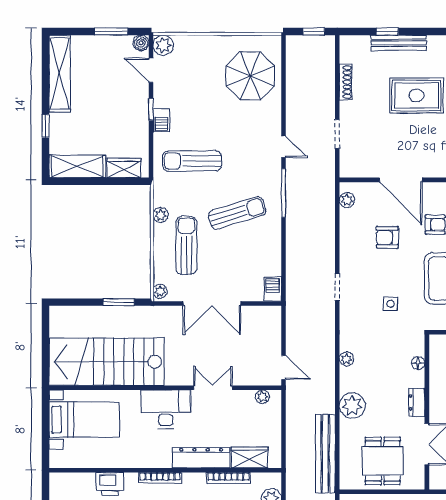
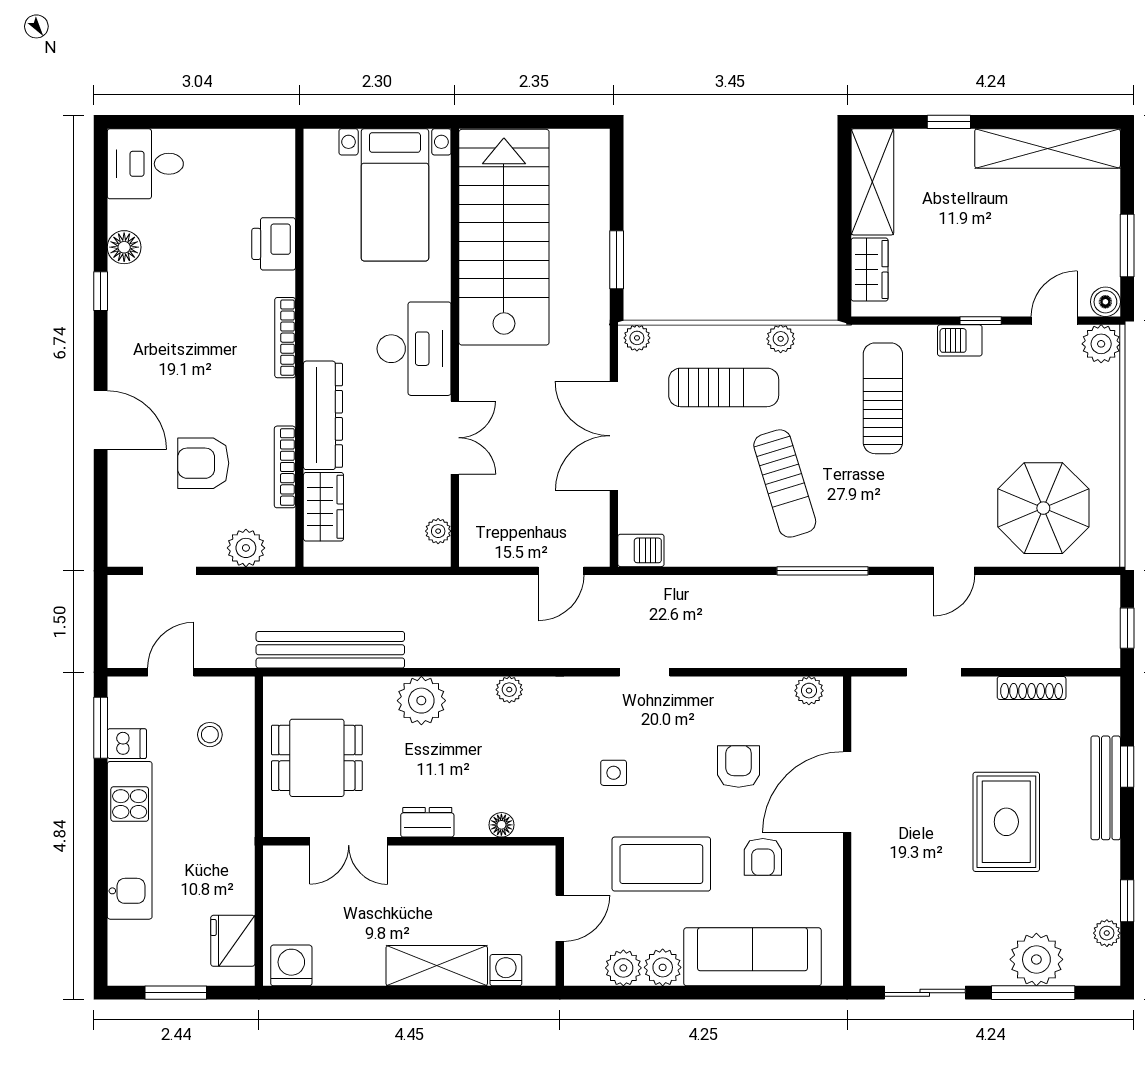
door: (284, 147) -> (954, 571), moved
door: (284, 367) -> (561, 571), moved

